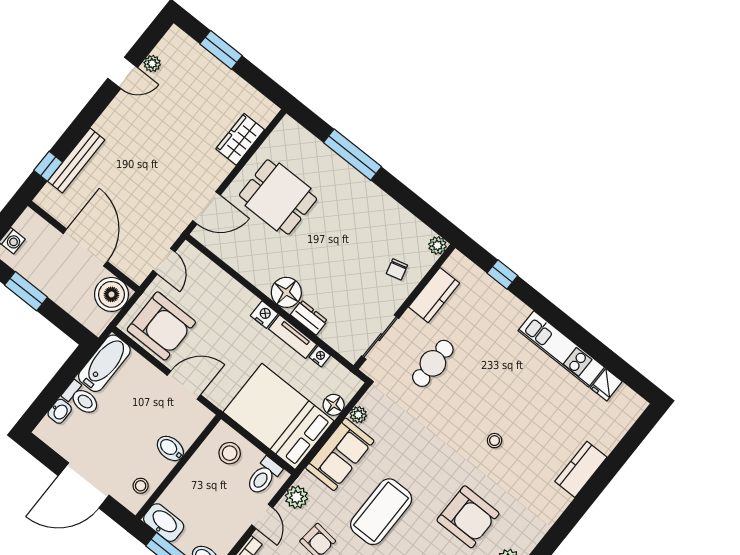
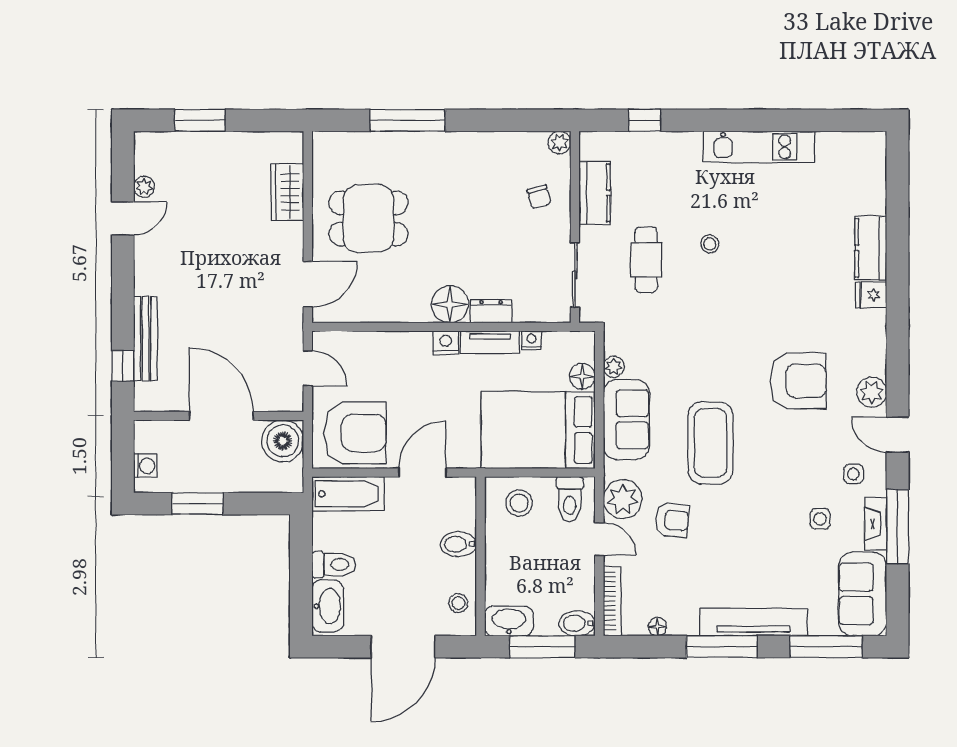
bathtub: (104, 363) -> (348, 494), moved, turned 90
fridge: (606, 385) -> (871, 295), moved, turned 90
washbasin: (60, 411) -> (328, 606), width x1.91, depth x1.45
stool: (495, 441) -> (710, 244), moved
plant: (296, 497) -> (623, 499), width x1.36, depth x1.36

